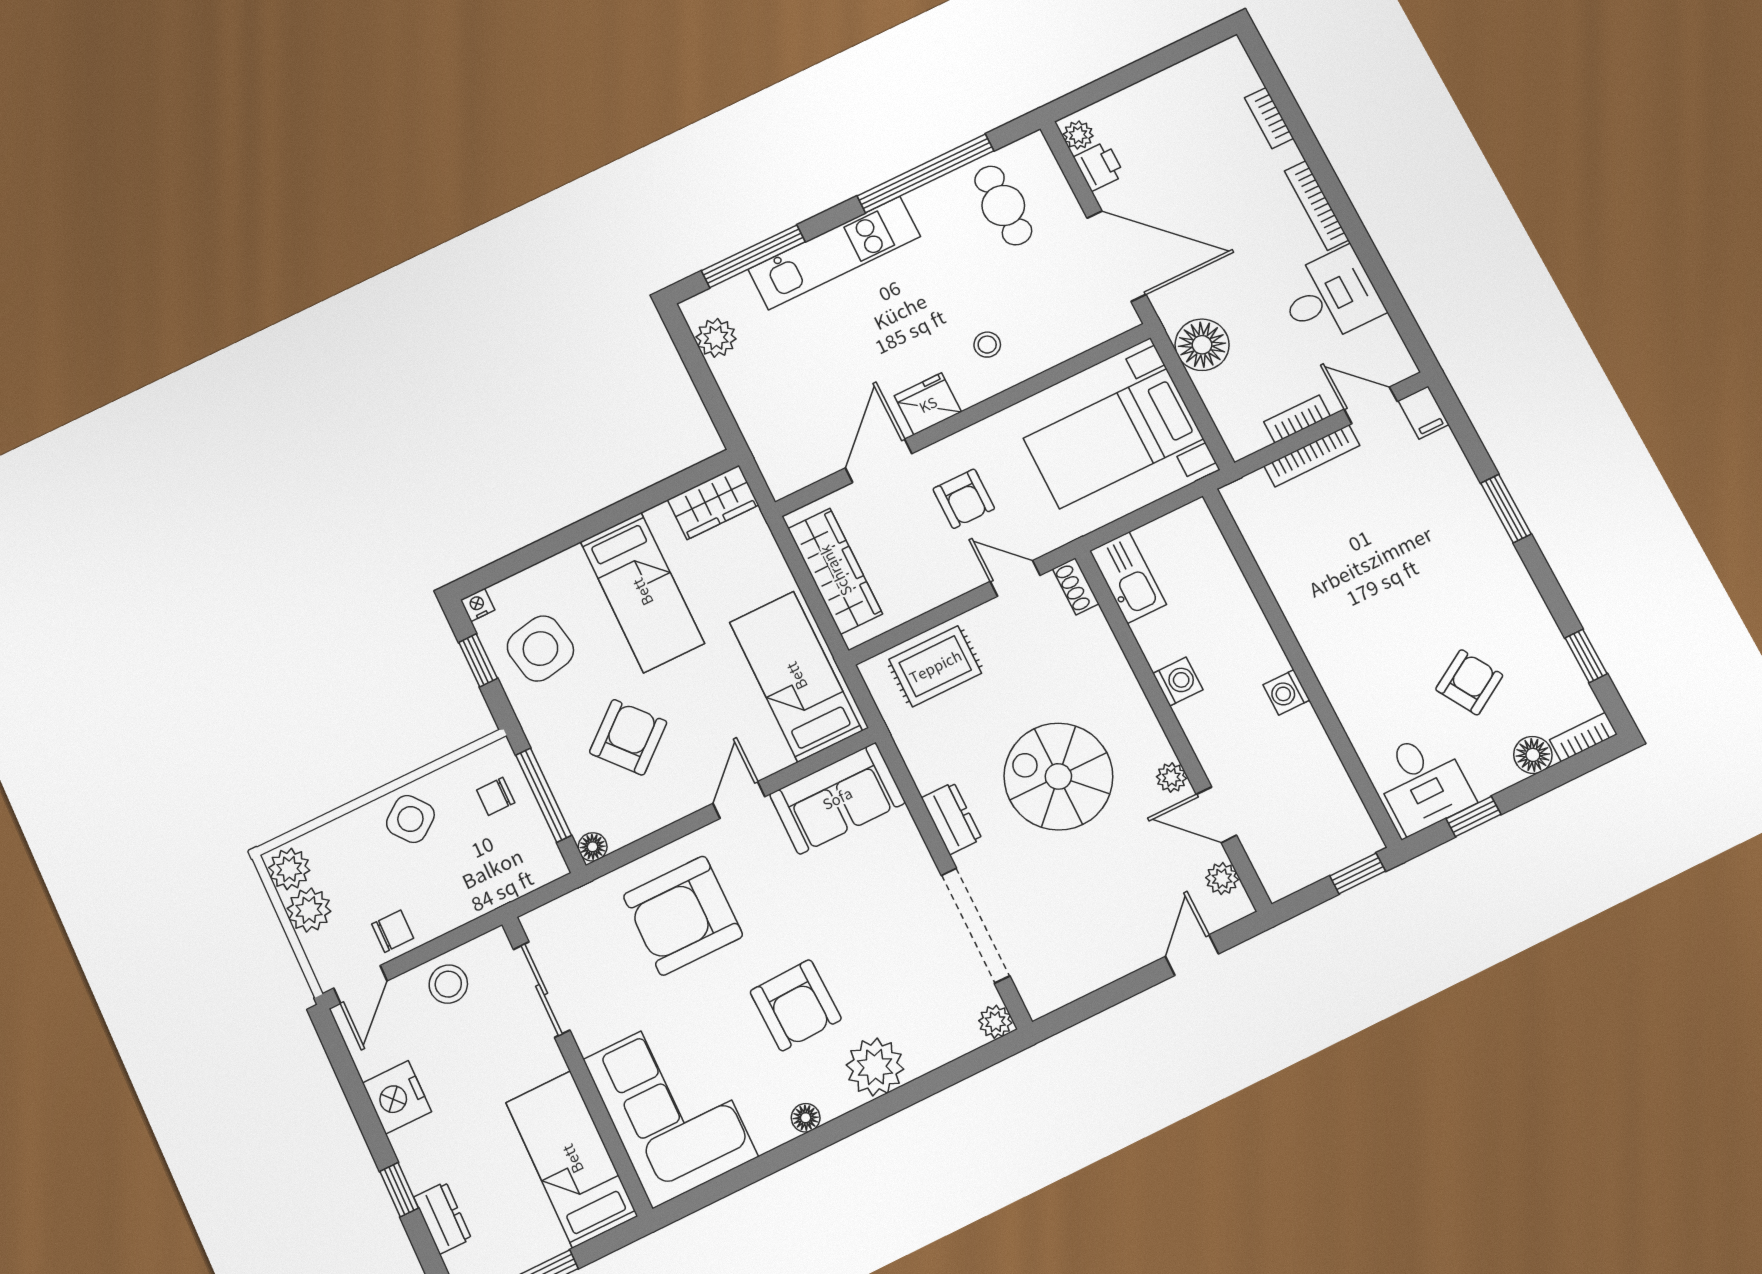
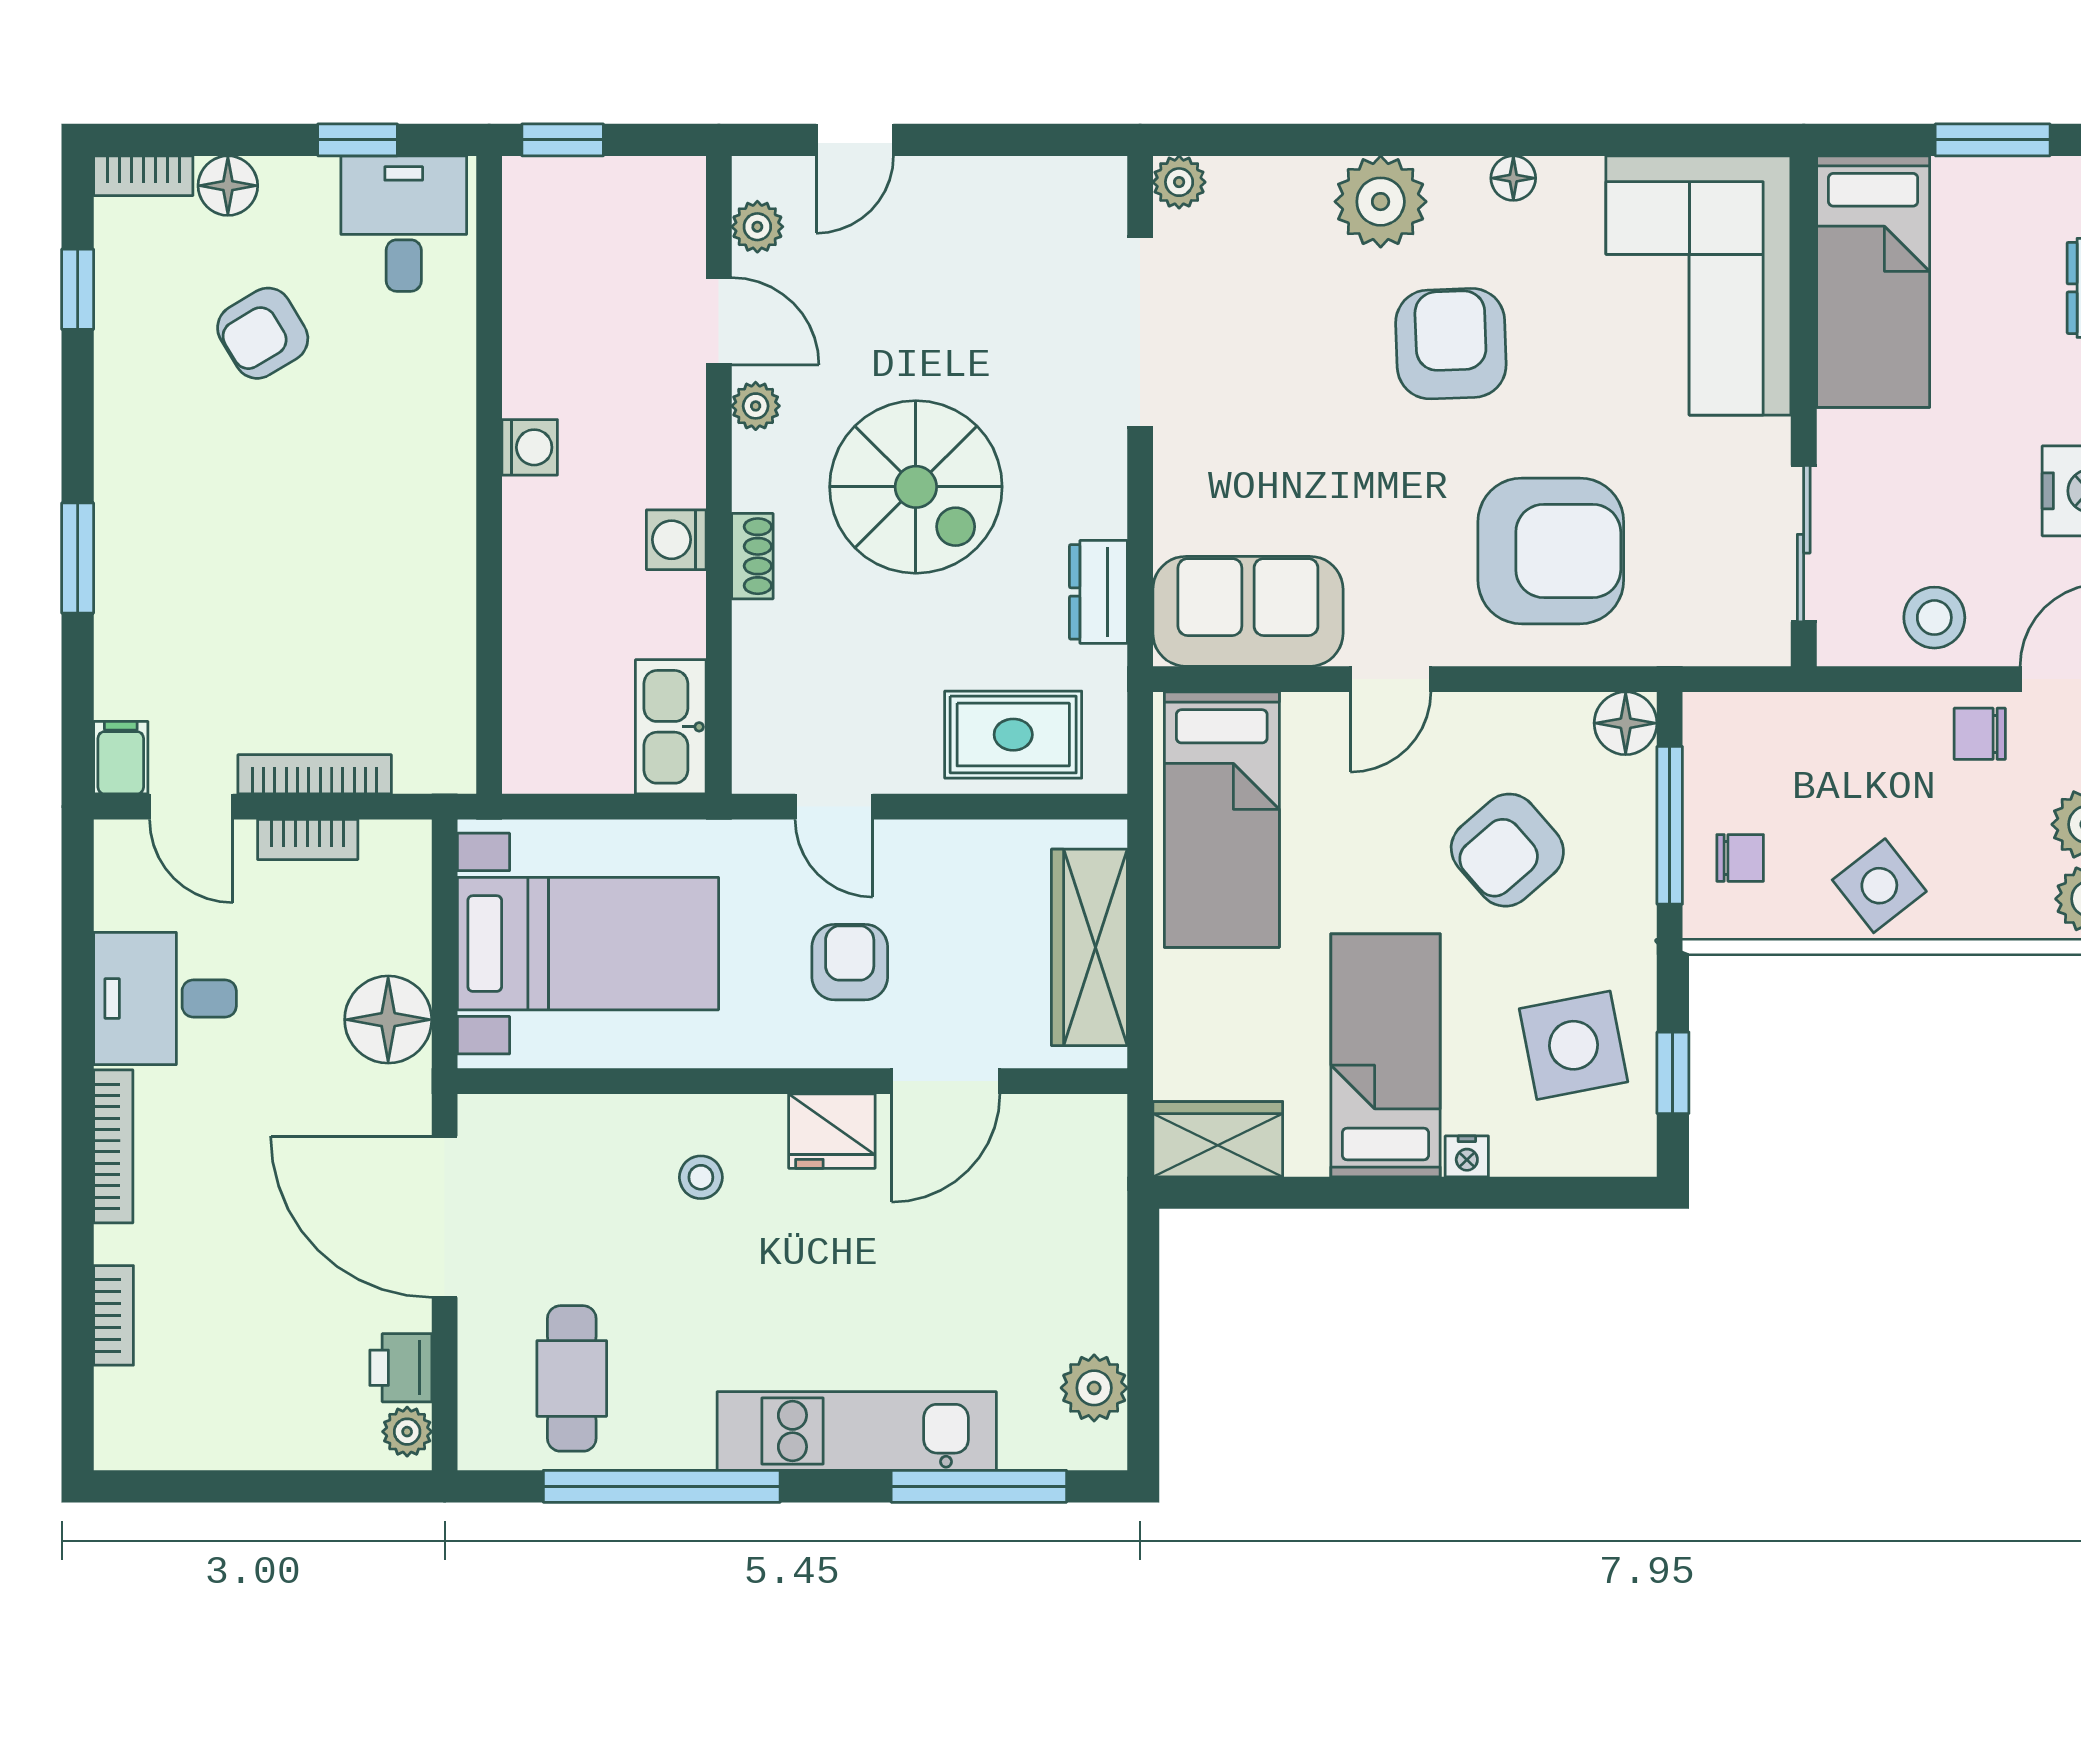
shoe rack: (1076, 586) -> (752, 556), moved
nightstand: (478, 605) -> (1467, 1156), moved
dresser: (952, 818) -> (1098, 592), moved
floor lamp: (593, 847) -> (1626, 723), width x1.37, depth x1.37

